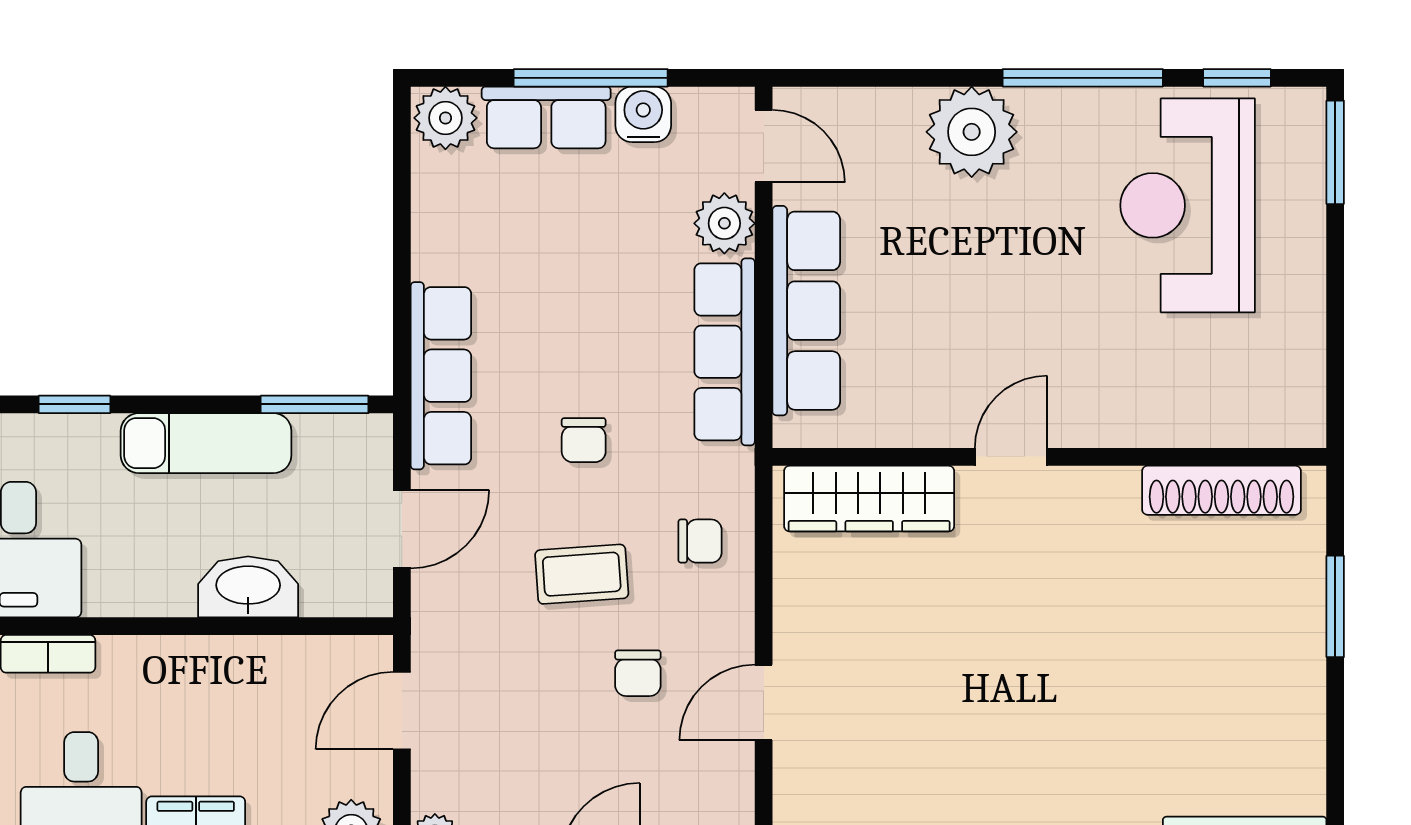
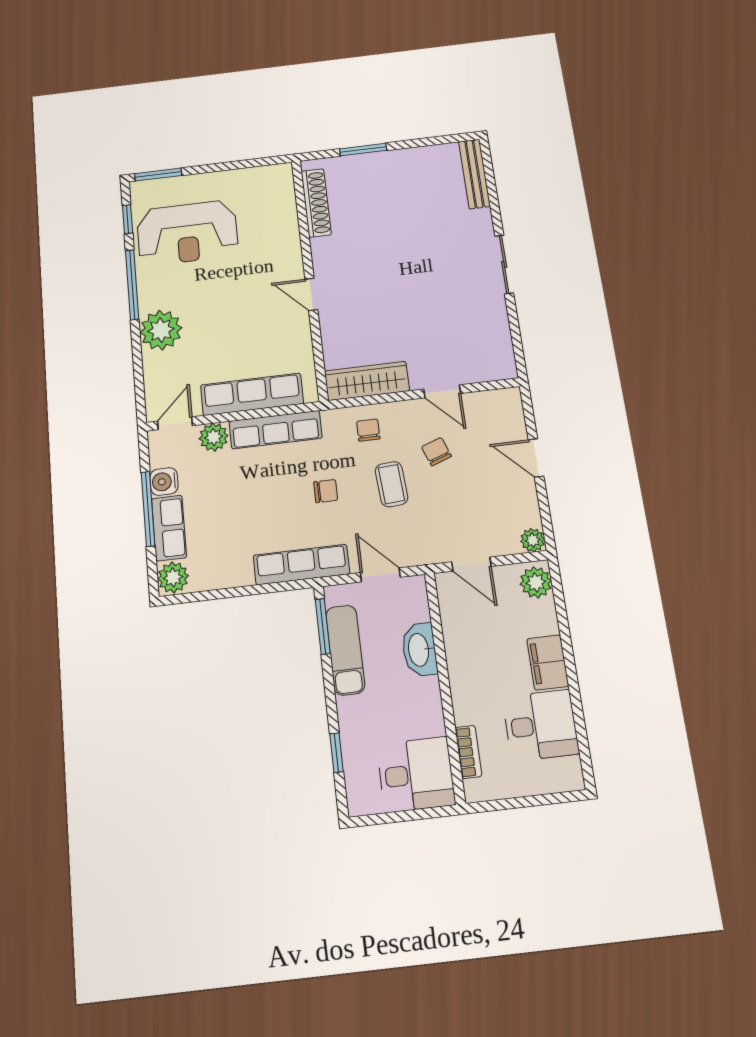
exam couch: (206, 443) -> (345, 650), moved
wardrobe: (869, 499) -> (367, 381), moved, turned -90
chair: (638, 673) -> (436, 452), turned -110

